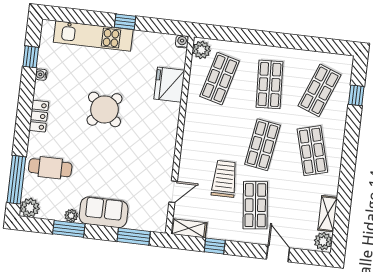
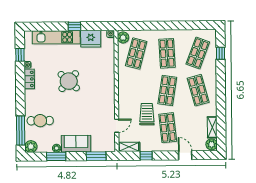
fridge: (169, 85) -> (91, 39), moved, turned -90
locker: (39, 116) -> (29, 79), moved

